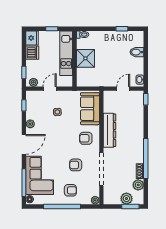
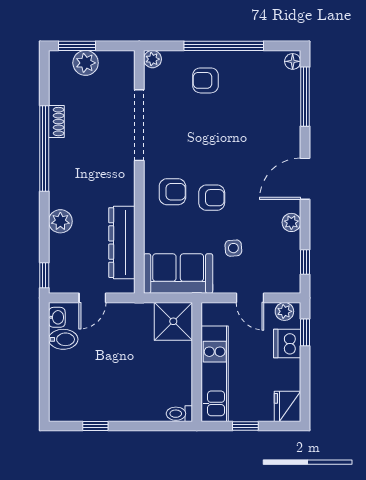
bidet: (137, 52) -> (63, 339), moved
dishwasher: (32, 53) -> (287, 344), moved
shower: (85, 58) -> (173, 321), moved
door: (50, 89) -> (250, 298), hinge flipped
sofa: (90, 109) -> (178, 274), moved, turned -90
dresser: (109, 130) -> (122, 243), moved
armchair: (76, 165) -> (212, 198), moved
corner sofa: (40, 175) -> (271, 112), removed
plant: (138, 185) -> (60, 221), moved

